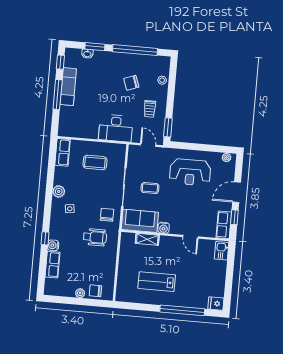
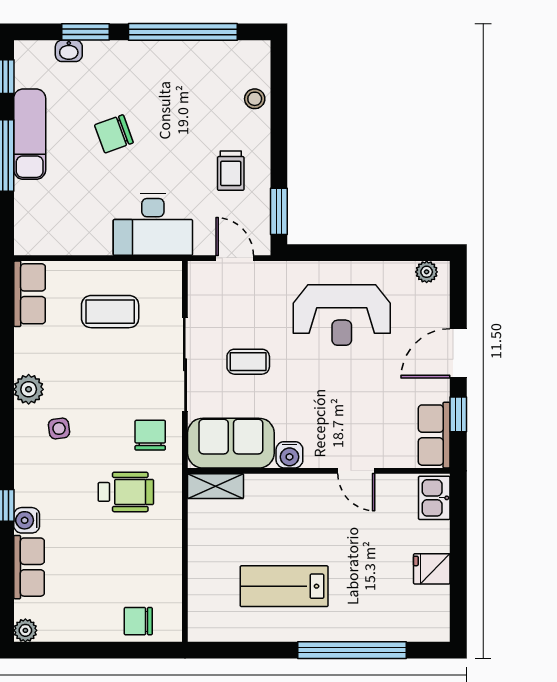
chair: (131, 83) -> (114, 134), moved
shelving: (147, 239) -> (216, 486), moved
plant: (80, 293) -> (25, 630), moved
fridge: (216, 304) -> (432, 569), moved

